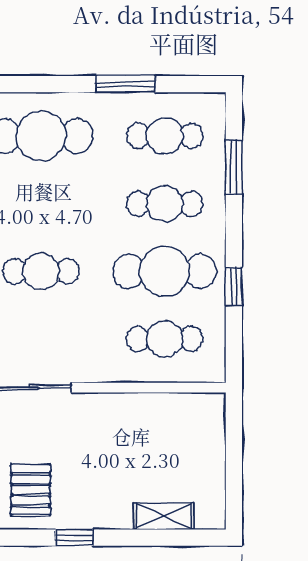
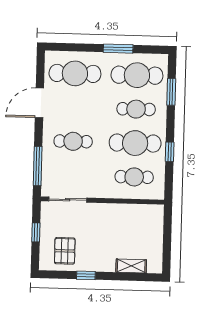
cafe table: (165, 136) -> (137, 75), width x1.37, depth x1.35

